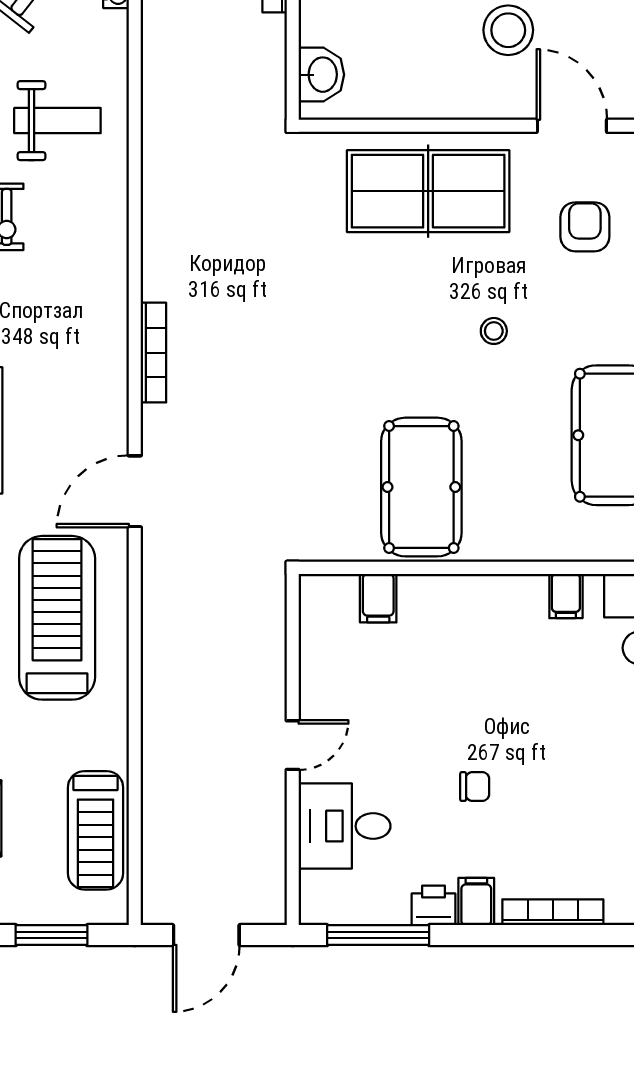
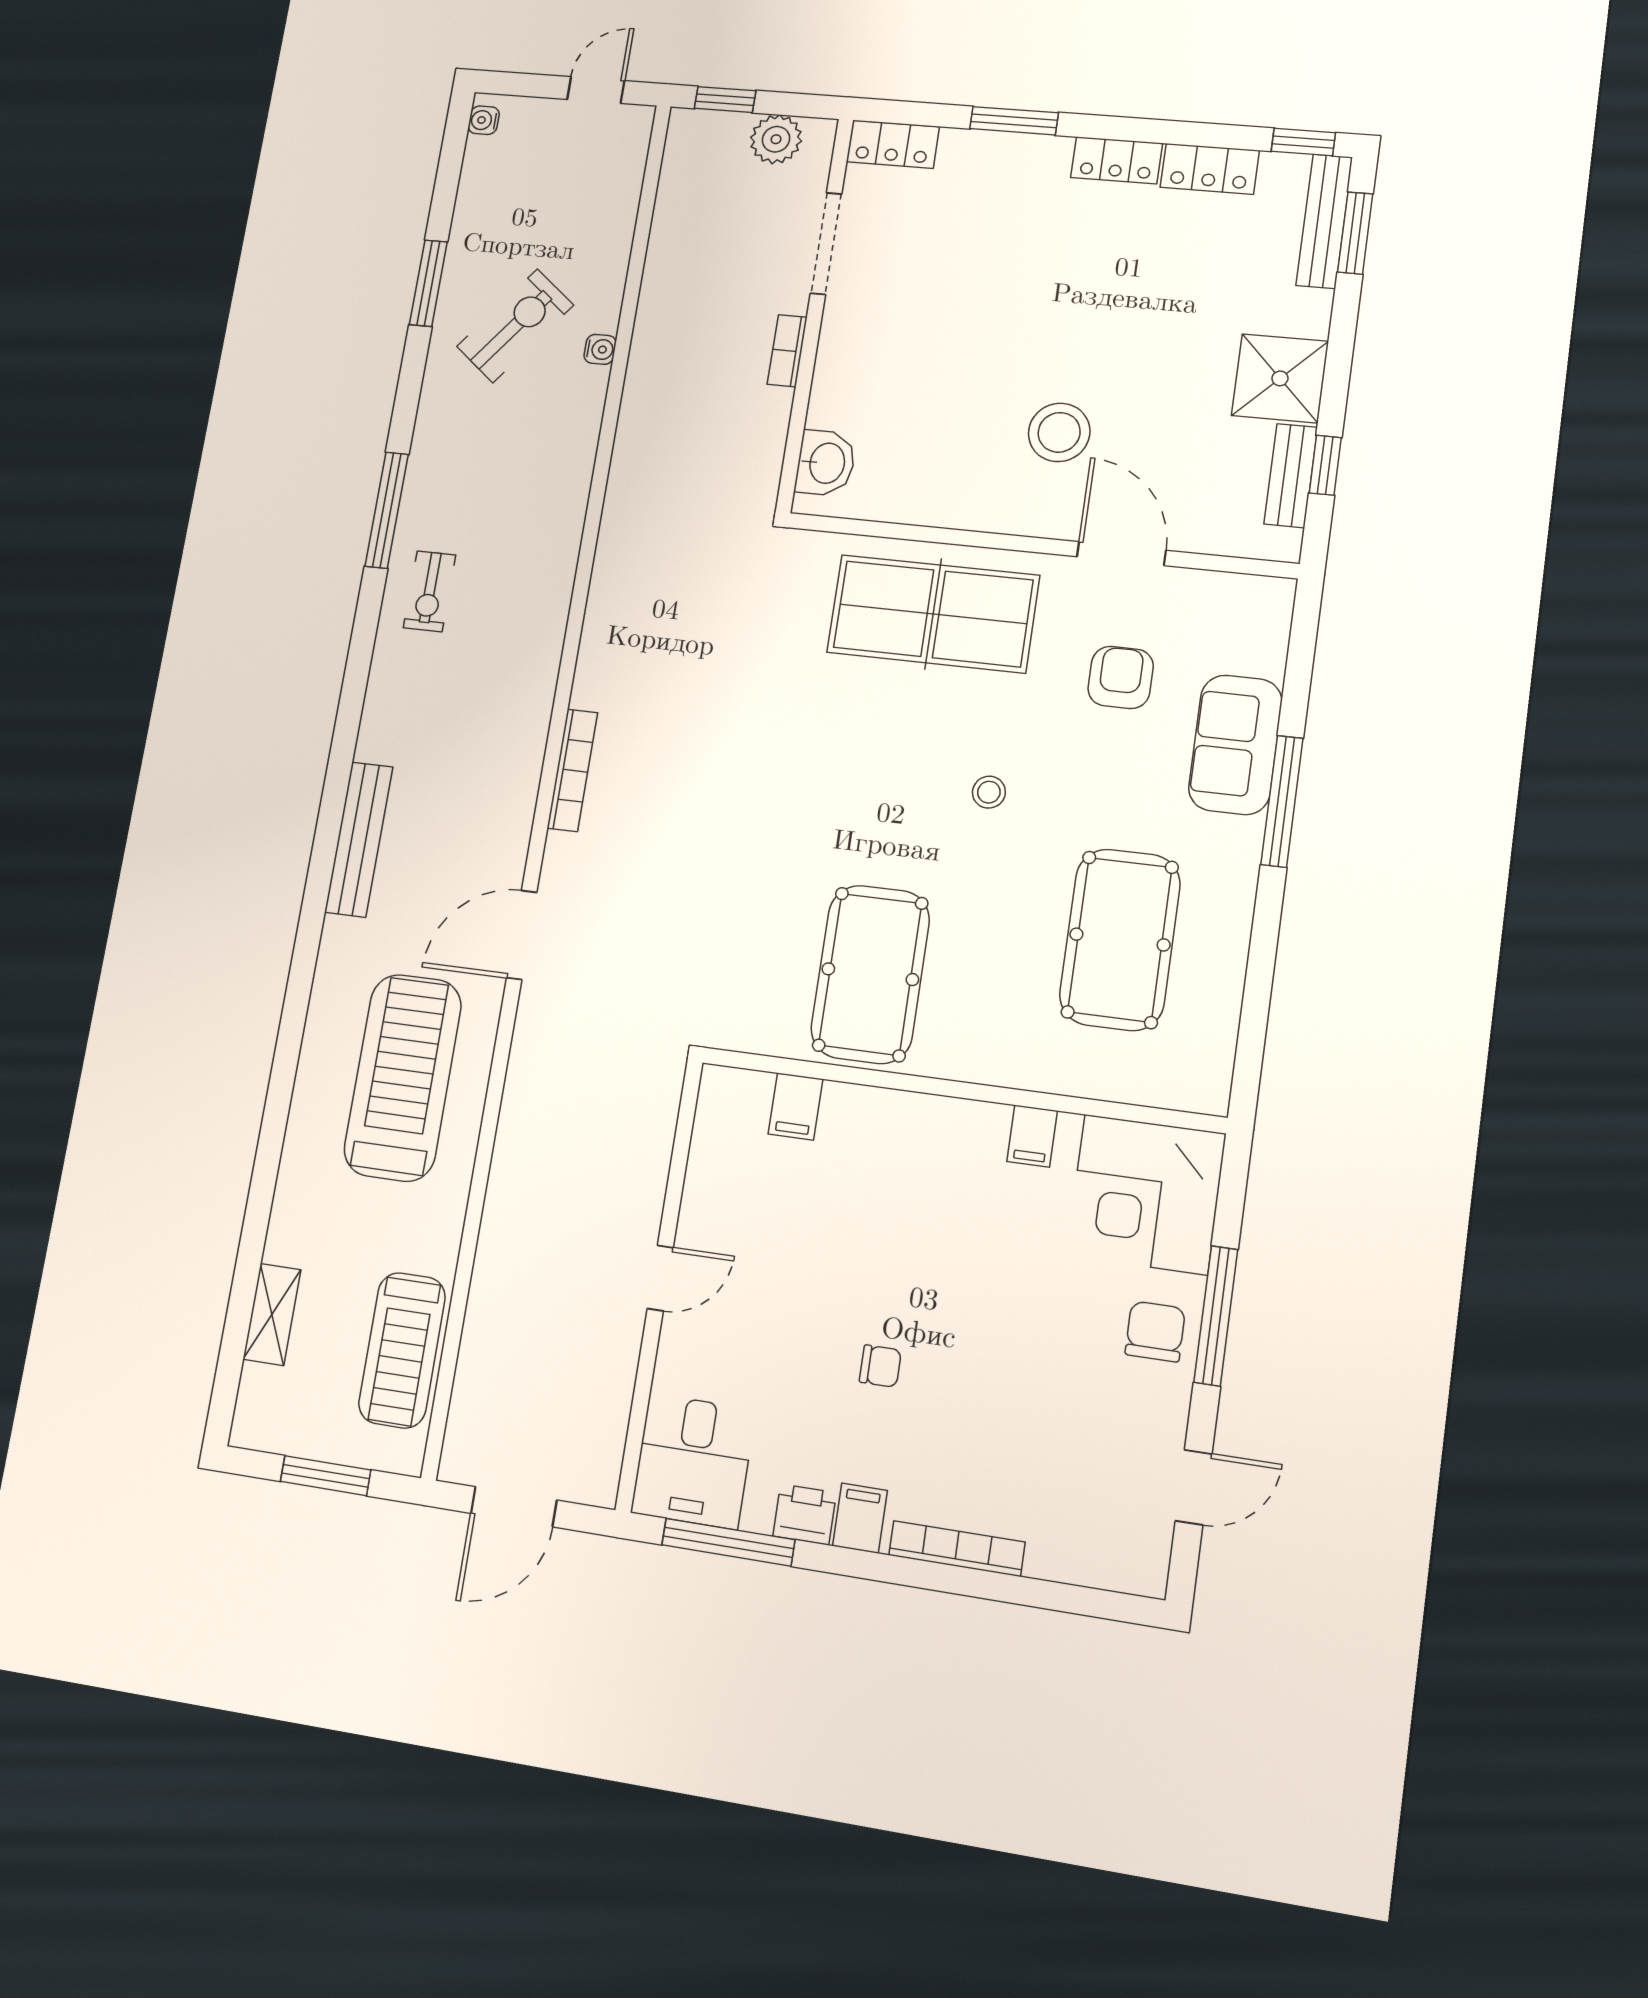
weight bench: (57, 121) -> (508, 486), removed
desk: (345, 826) -> (693, 1461), moved, turned -90

